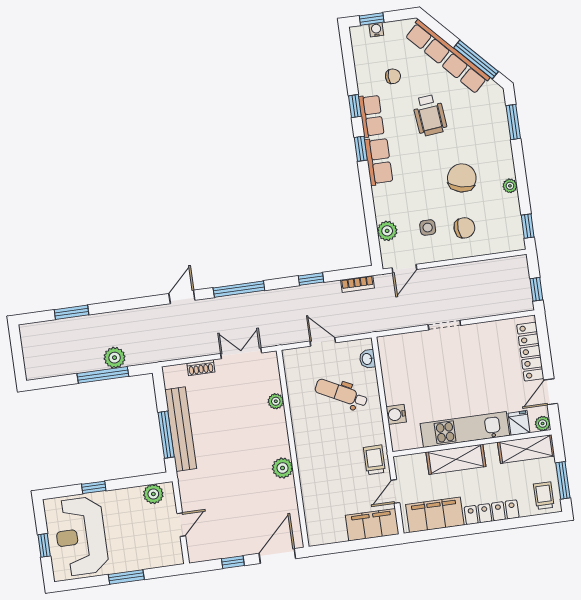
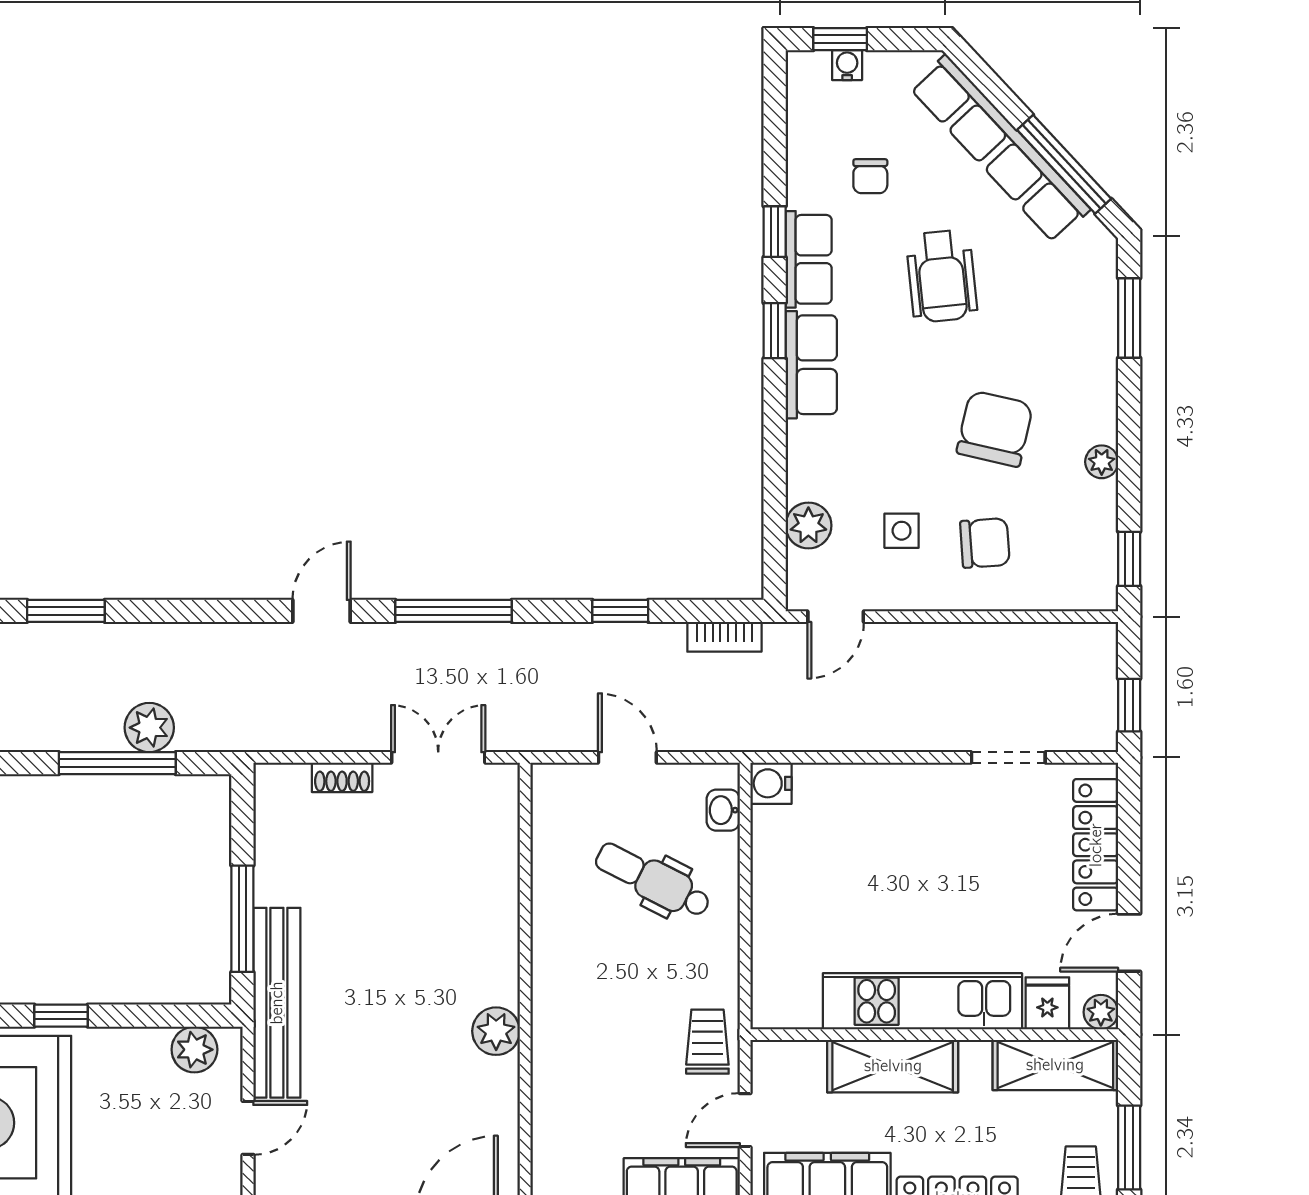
chair: (393, 76) -> (870, 176), turned 90
doorway: (444, 325) -> (1008, 757), moved
plant: (276, 401) -> (502, 877), removed
water cooler: (396, 414) -> (771, 783), moved
bench: (181, 429) -> (277, 1003), moved

